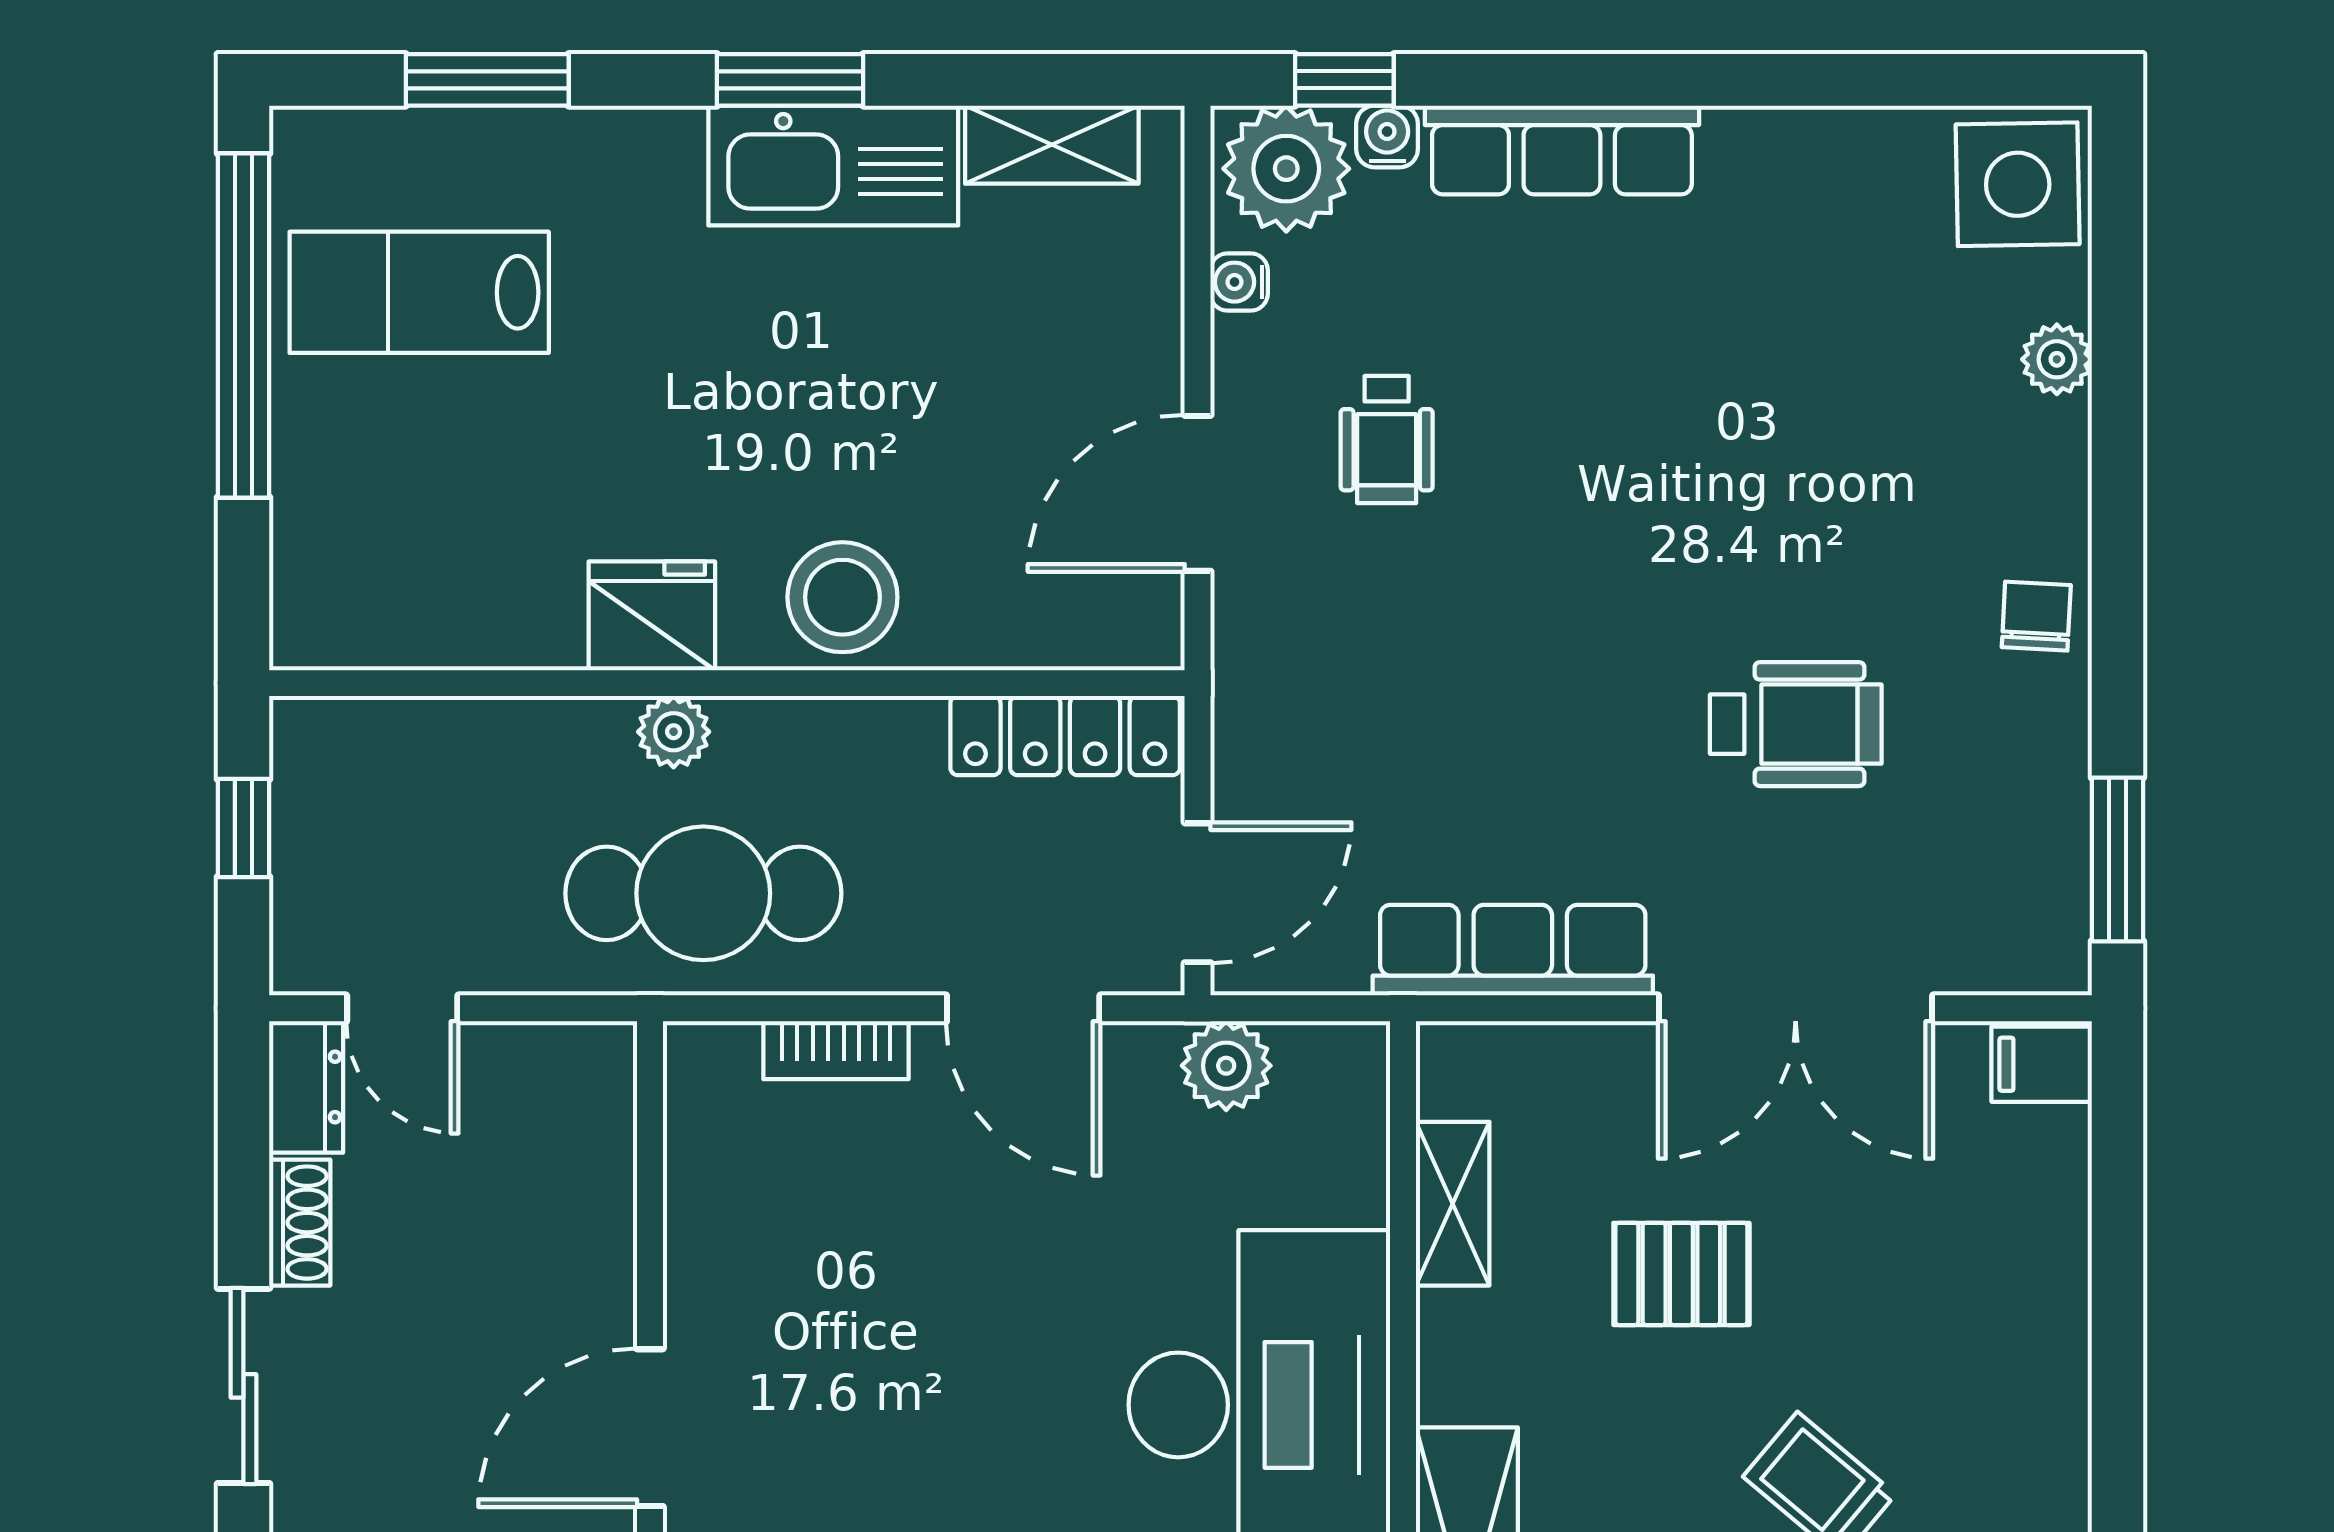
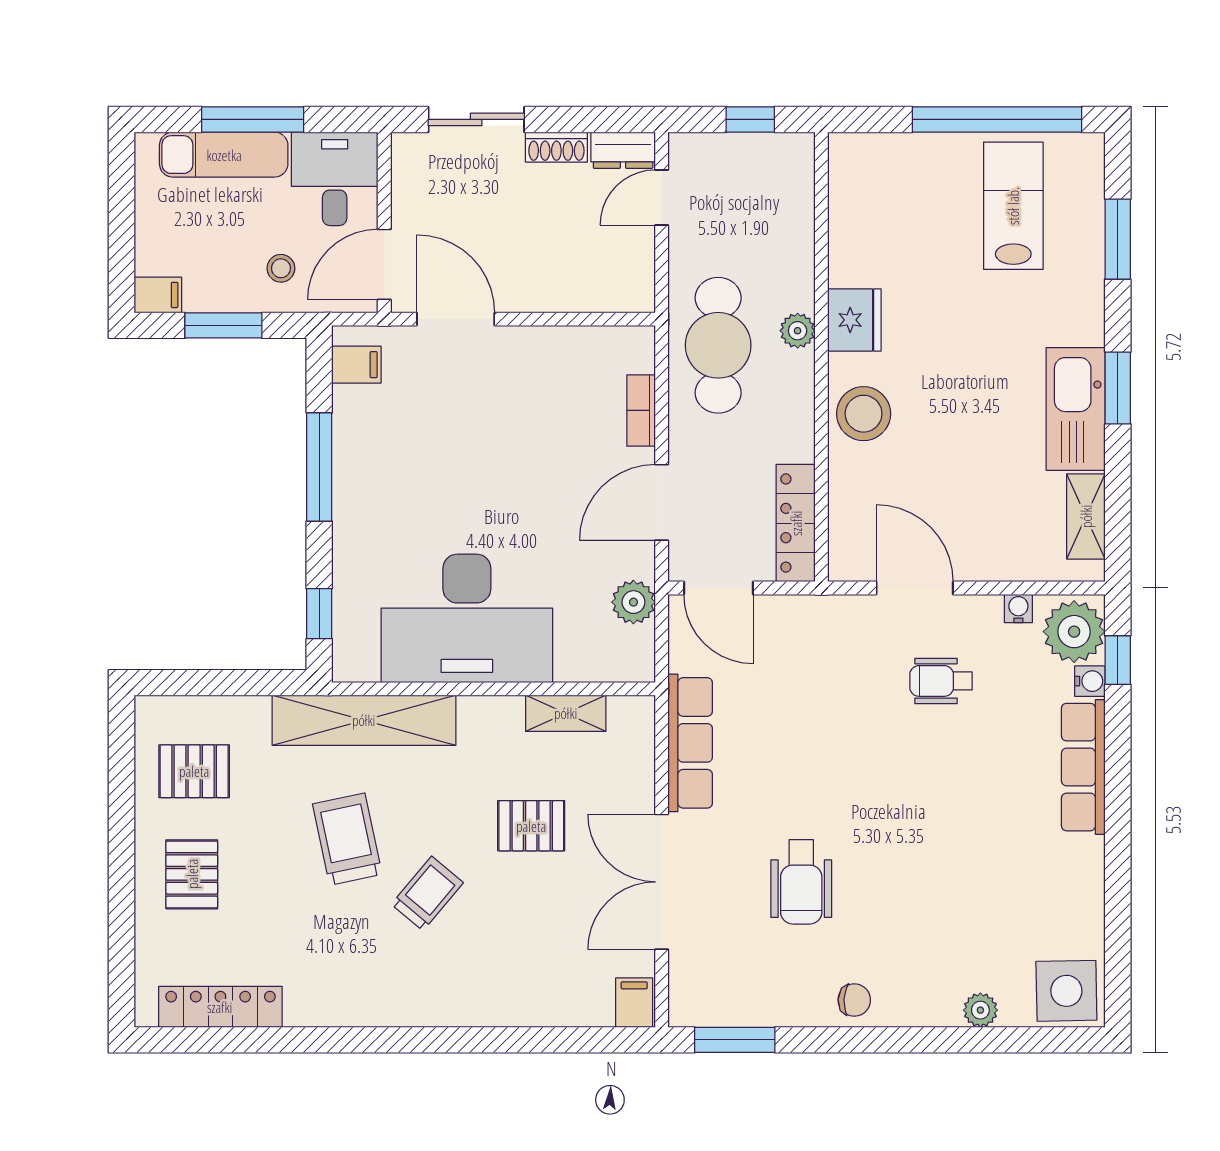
pallet: (1681, 1274) -> (531, 826), turned 90

